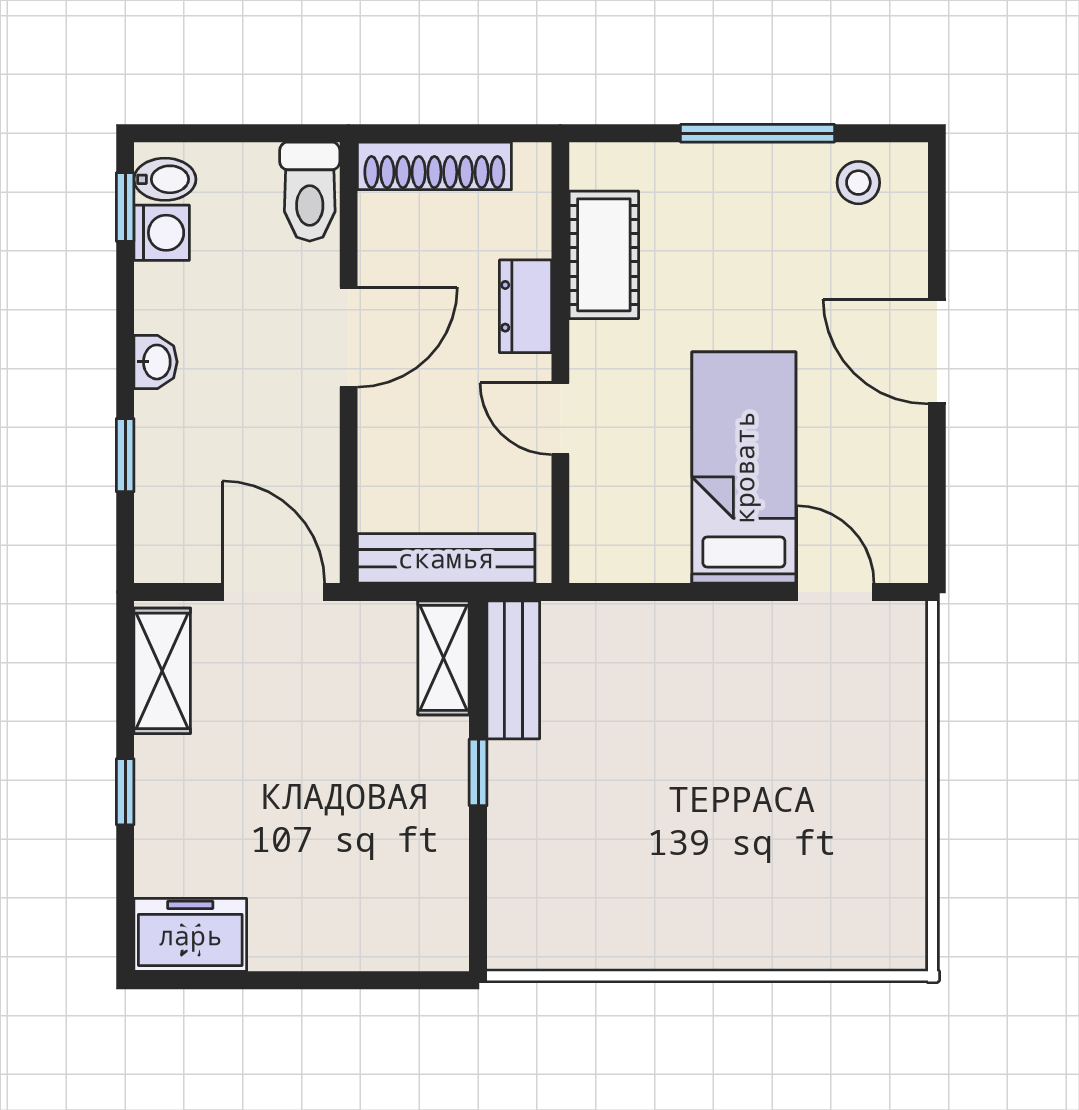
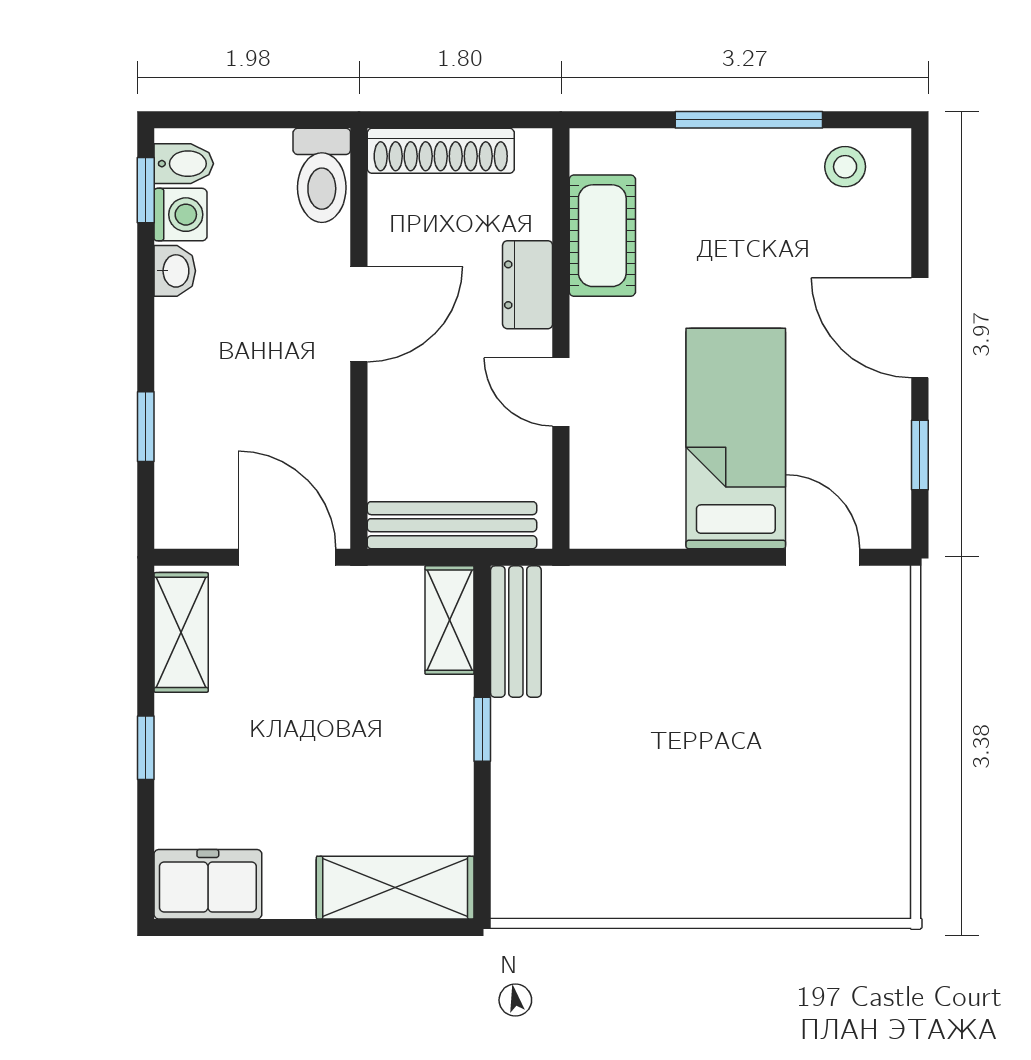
washbasin: (156, 362) -> (175, 271), moved
window: (937, 485) -> (920, 455), added
shelving: (387, 938) -> (395, 888), added

